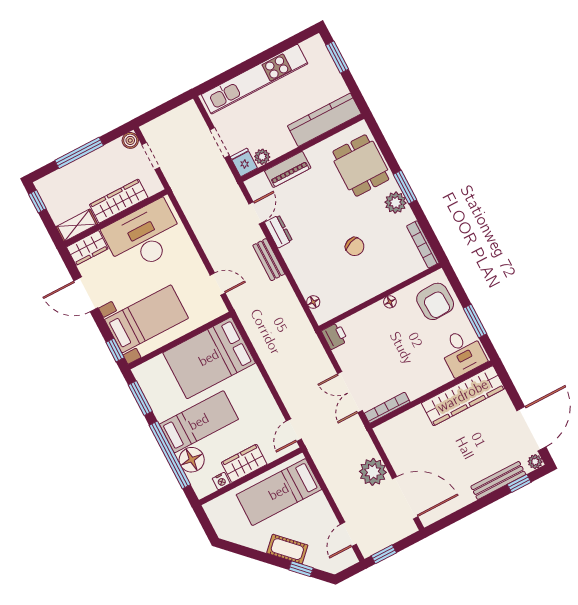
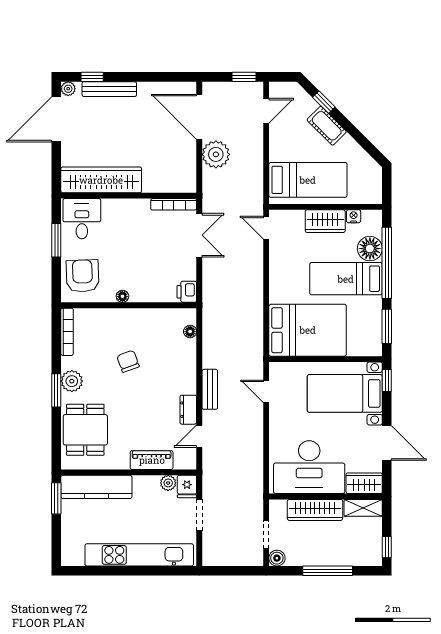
window: (337, 57) -> (56, 498), moved
door: (294, 430) -> (266, 228), swing flipped

